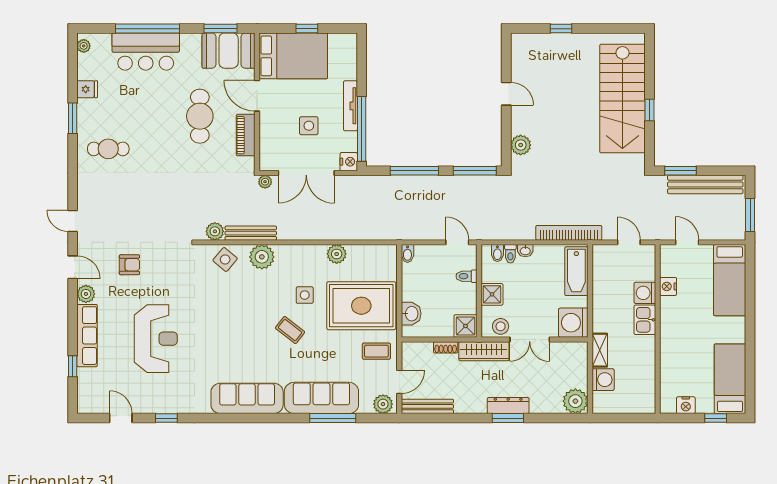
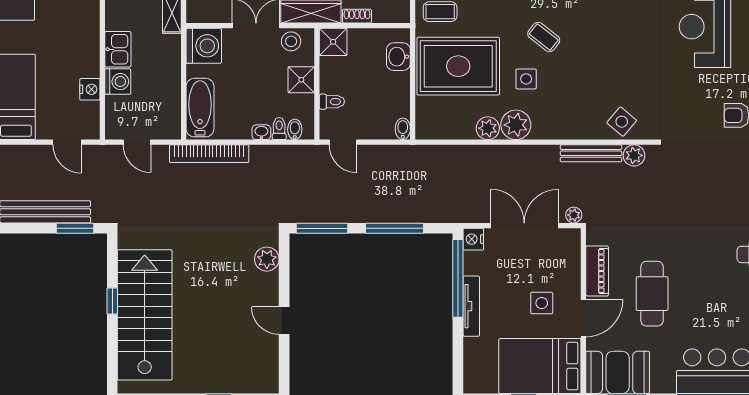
door: (257, 96) -> (583, 318), hinge flipped
side table: (309, 126) -> (542, 303), moved
plant: (262, 257) -> (516, 125), moved

